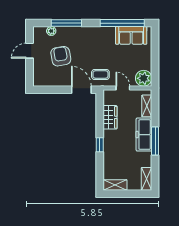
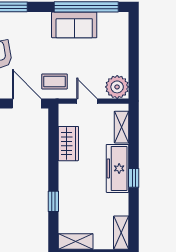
sofa: (131, 35) -> (74, 25), moved
window: (155, 141) -> (134, 178), width x0.46
window: (100, 145) -> (53, 201), moved

